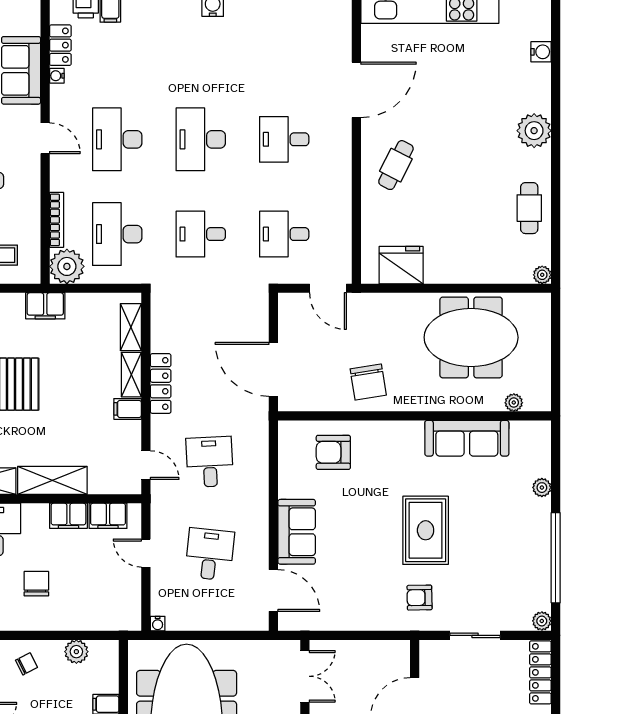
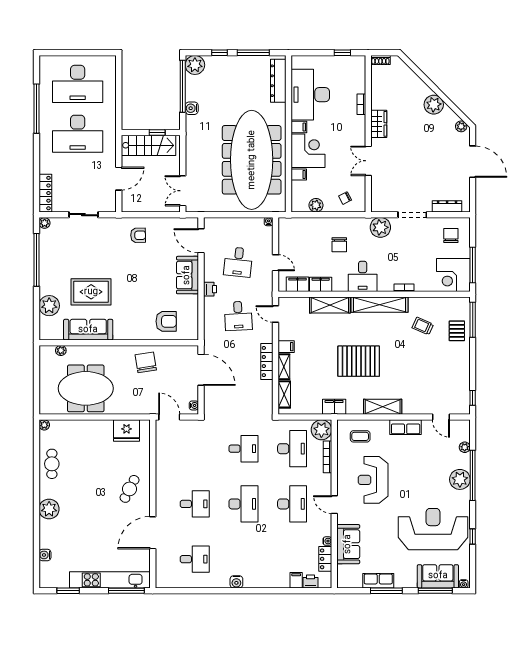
desk: (284, 234) -> (195, 559), moved
water cooler: (286, 308) -> (194, 405), added
plant: (542, 488) -> (49, 306), width x1.88, depth x1.88
printer: (258, 508) -> (210, 289), added
rug: (426, 530) -> (91, 292), moved, turned 90
armchair: (419, 598) -> (138, 235), moved

